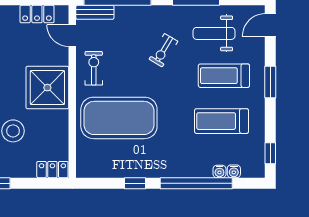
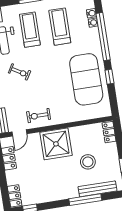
treadmill: (224, 76) -> (30, 30), turned 180
exercise mat: (119, 118) -> (86, 79), moved
treadmill: (222, 121) -> (60, 27), turned 180

